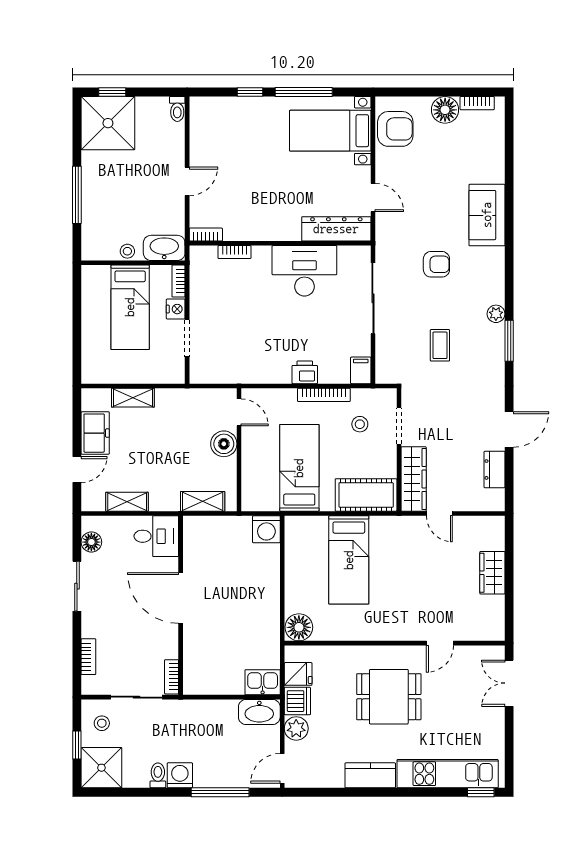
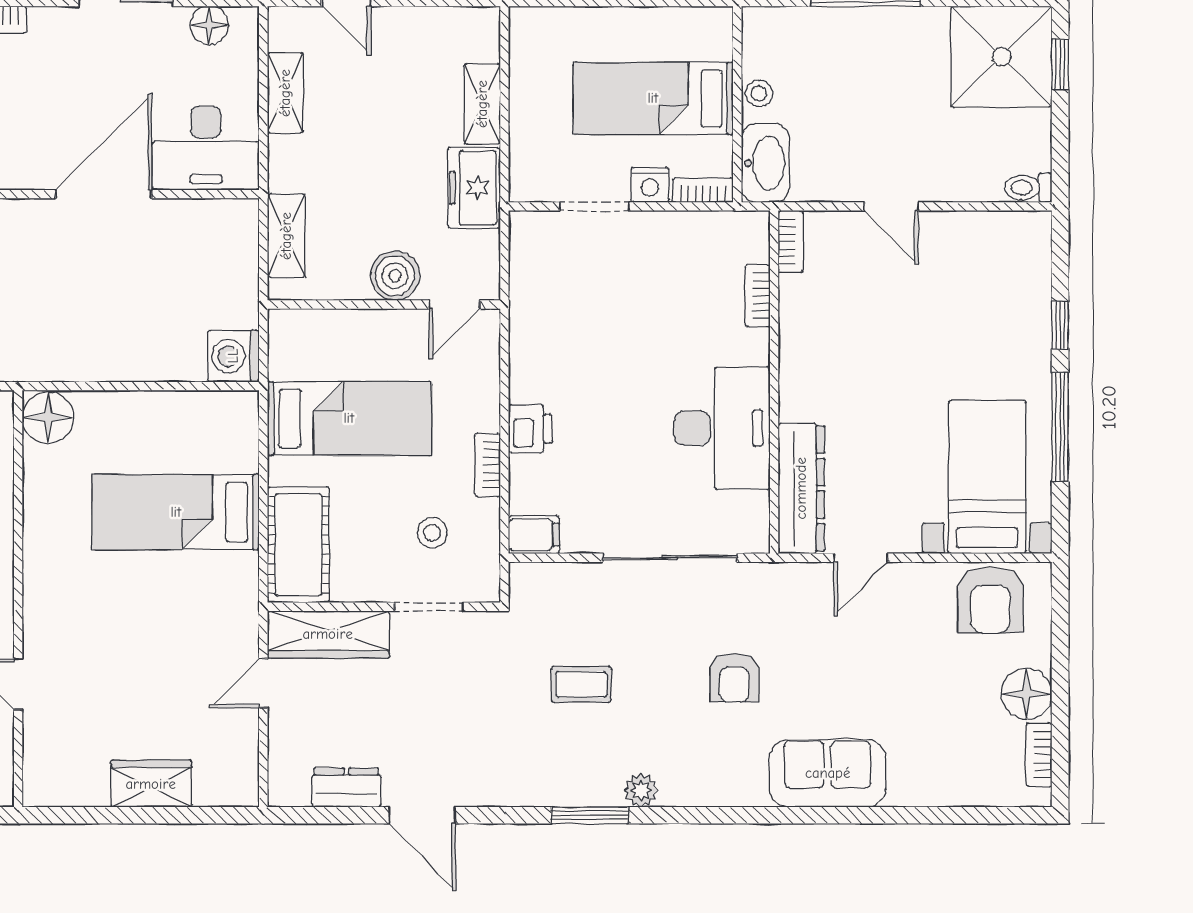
bookcase: (324, 395) -> (488, 465), width x0.64
freezer: (95, 433) -> (474, 188), moved, turned 90
desk: (156, 536) -> (206, 148), width x1.37

